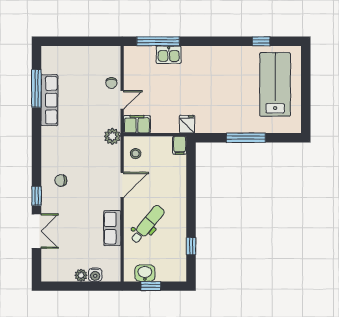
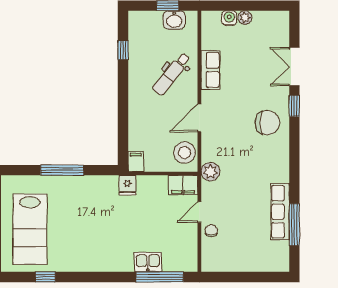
stool: (136, 153) -> (184, 153), width x1.89, depth x1.89
chair: (61, 180) -> (267, 123), width x1.87, depth x1.87

